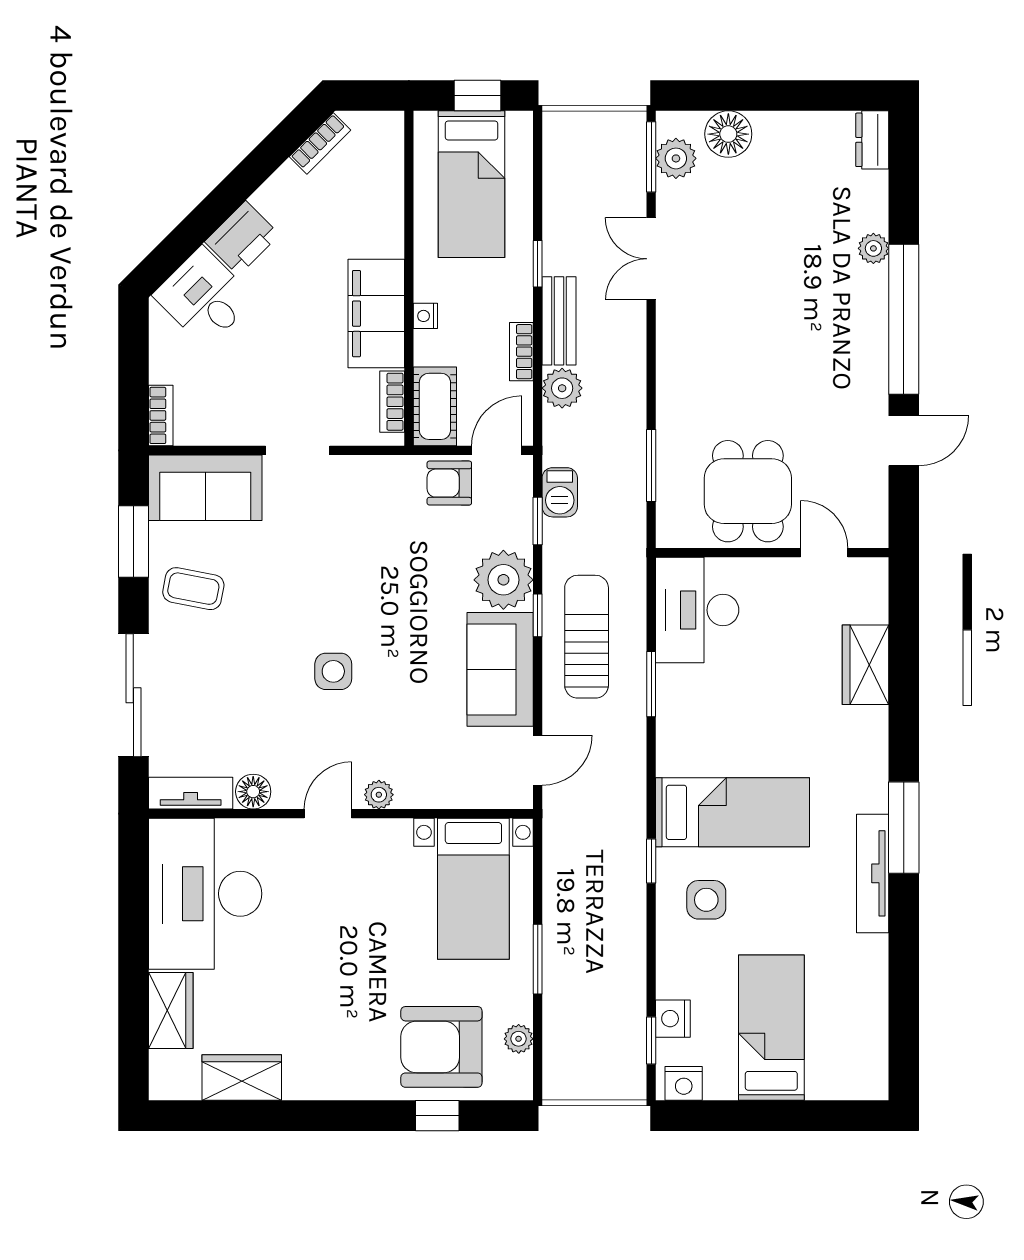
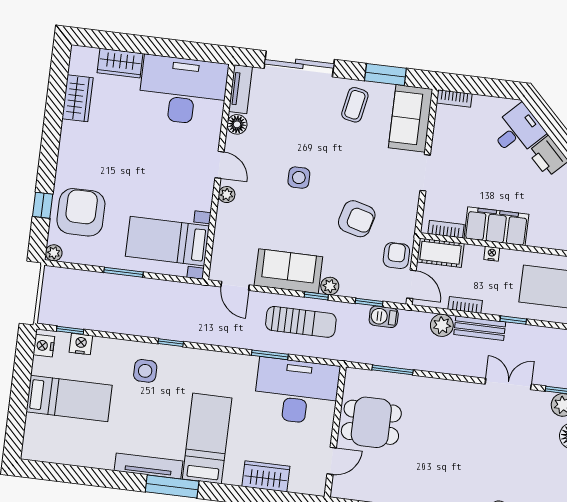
armchair: (393, 561) -> (357, 219), added
plant: (503, 580) -> (330, 286), width x0.53, depth x0.53
desk: (697, 610) -> (297, 391), width x1.36, depth x1.30
bed: (733, 812) -> (207, 438), moved, turned 180
plant: (519, 1039) -> (54, 253), moved

